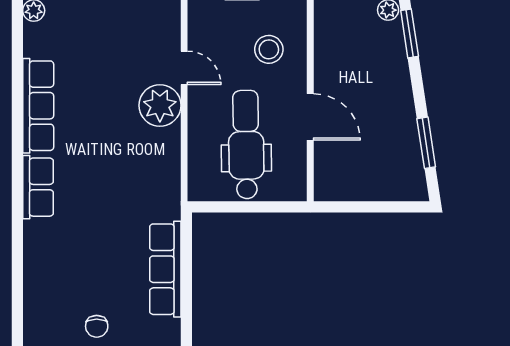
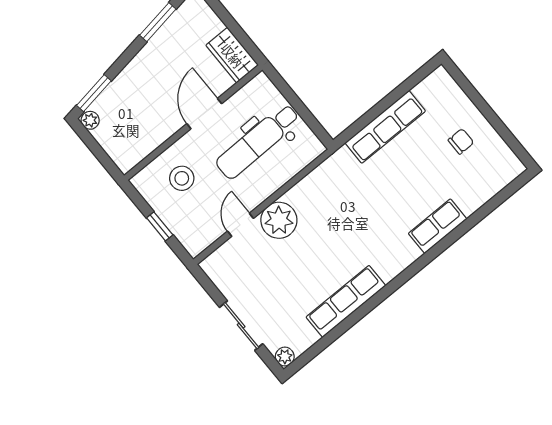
wardrobe: (342, 185) -> (232, 55), added
row of seats: (38, 187) -> (438, 226), moved

